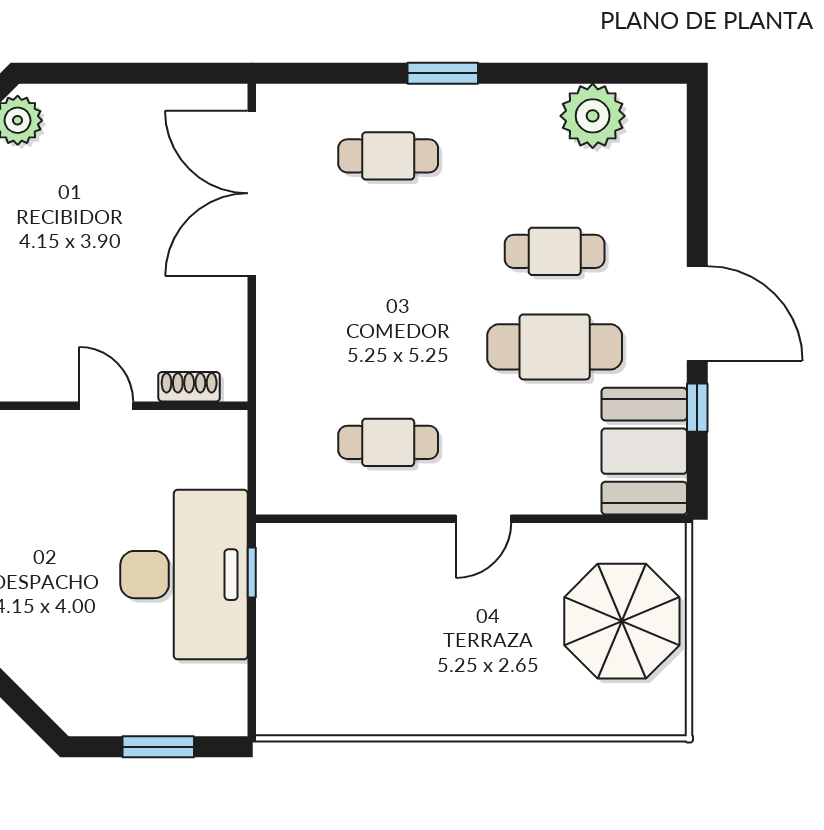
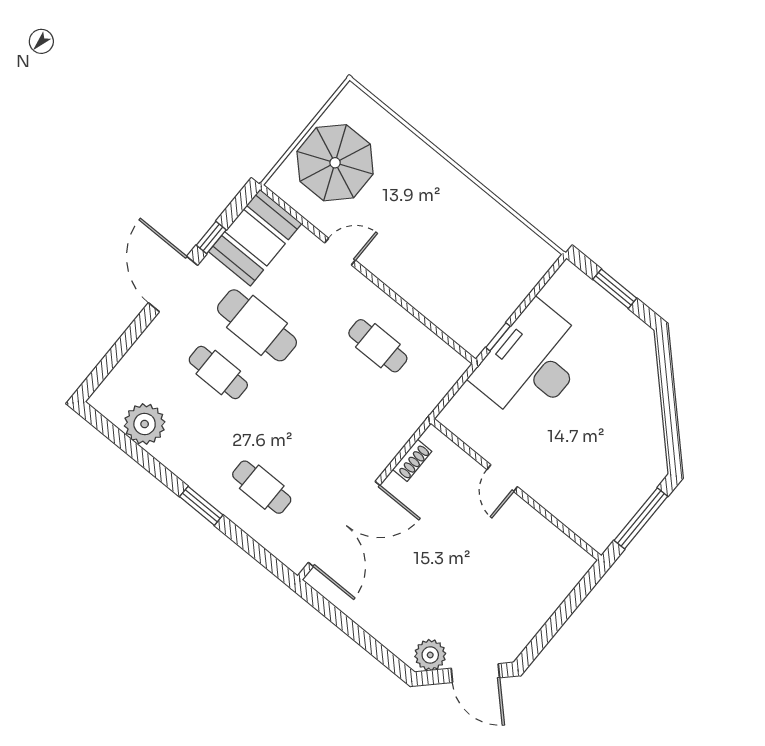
shoe rack: (189, 387) -> (412, 460), moved, turned -90
door: (484, 519) -> (340, 252), moved

